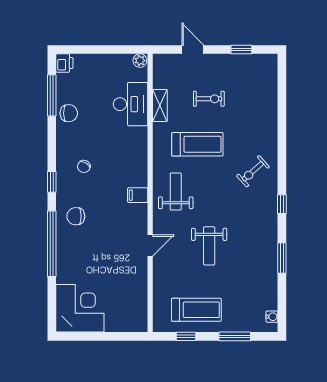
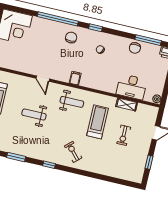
treadmill: (197, 144) -> (98, 122), turned 180

